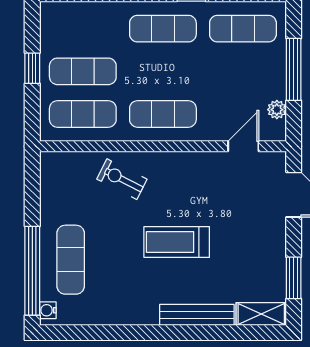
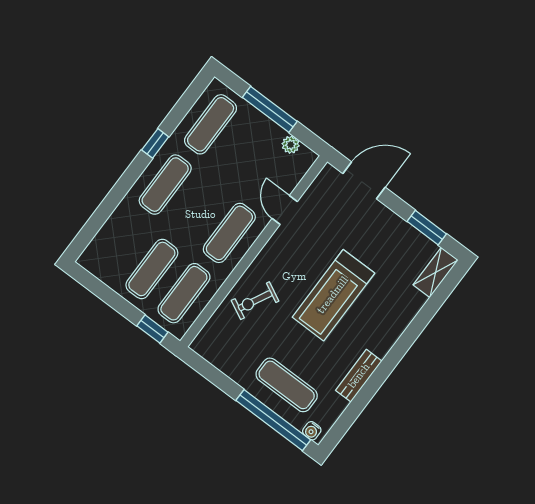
window: (32, 68) -> (152, 329), moved
door: (243, 146) -> (285, 210), moved
treadmill: (177, 242) -> (333, 295), width x1.37, depth x1.38
bench: (197, 315) -> (359, 376), moved, width x0.73

